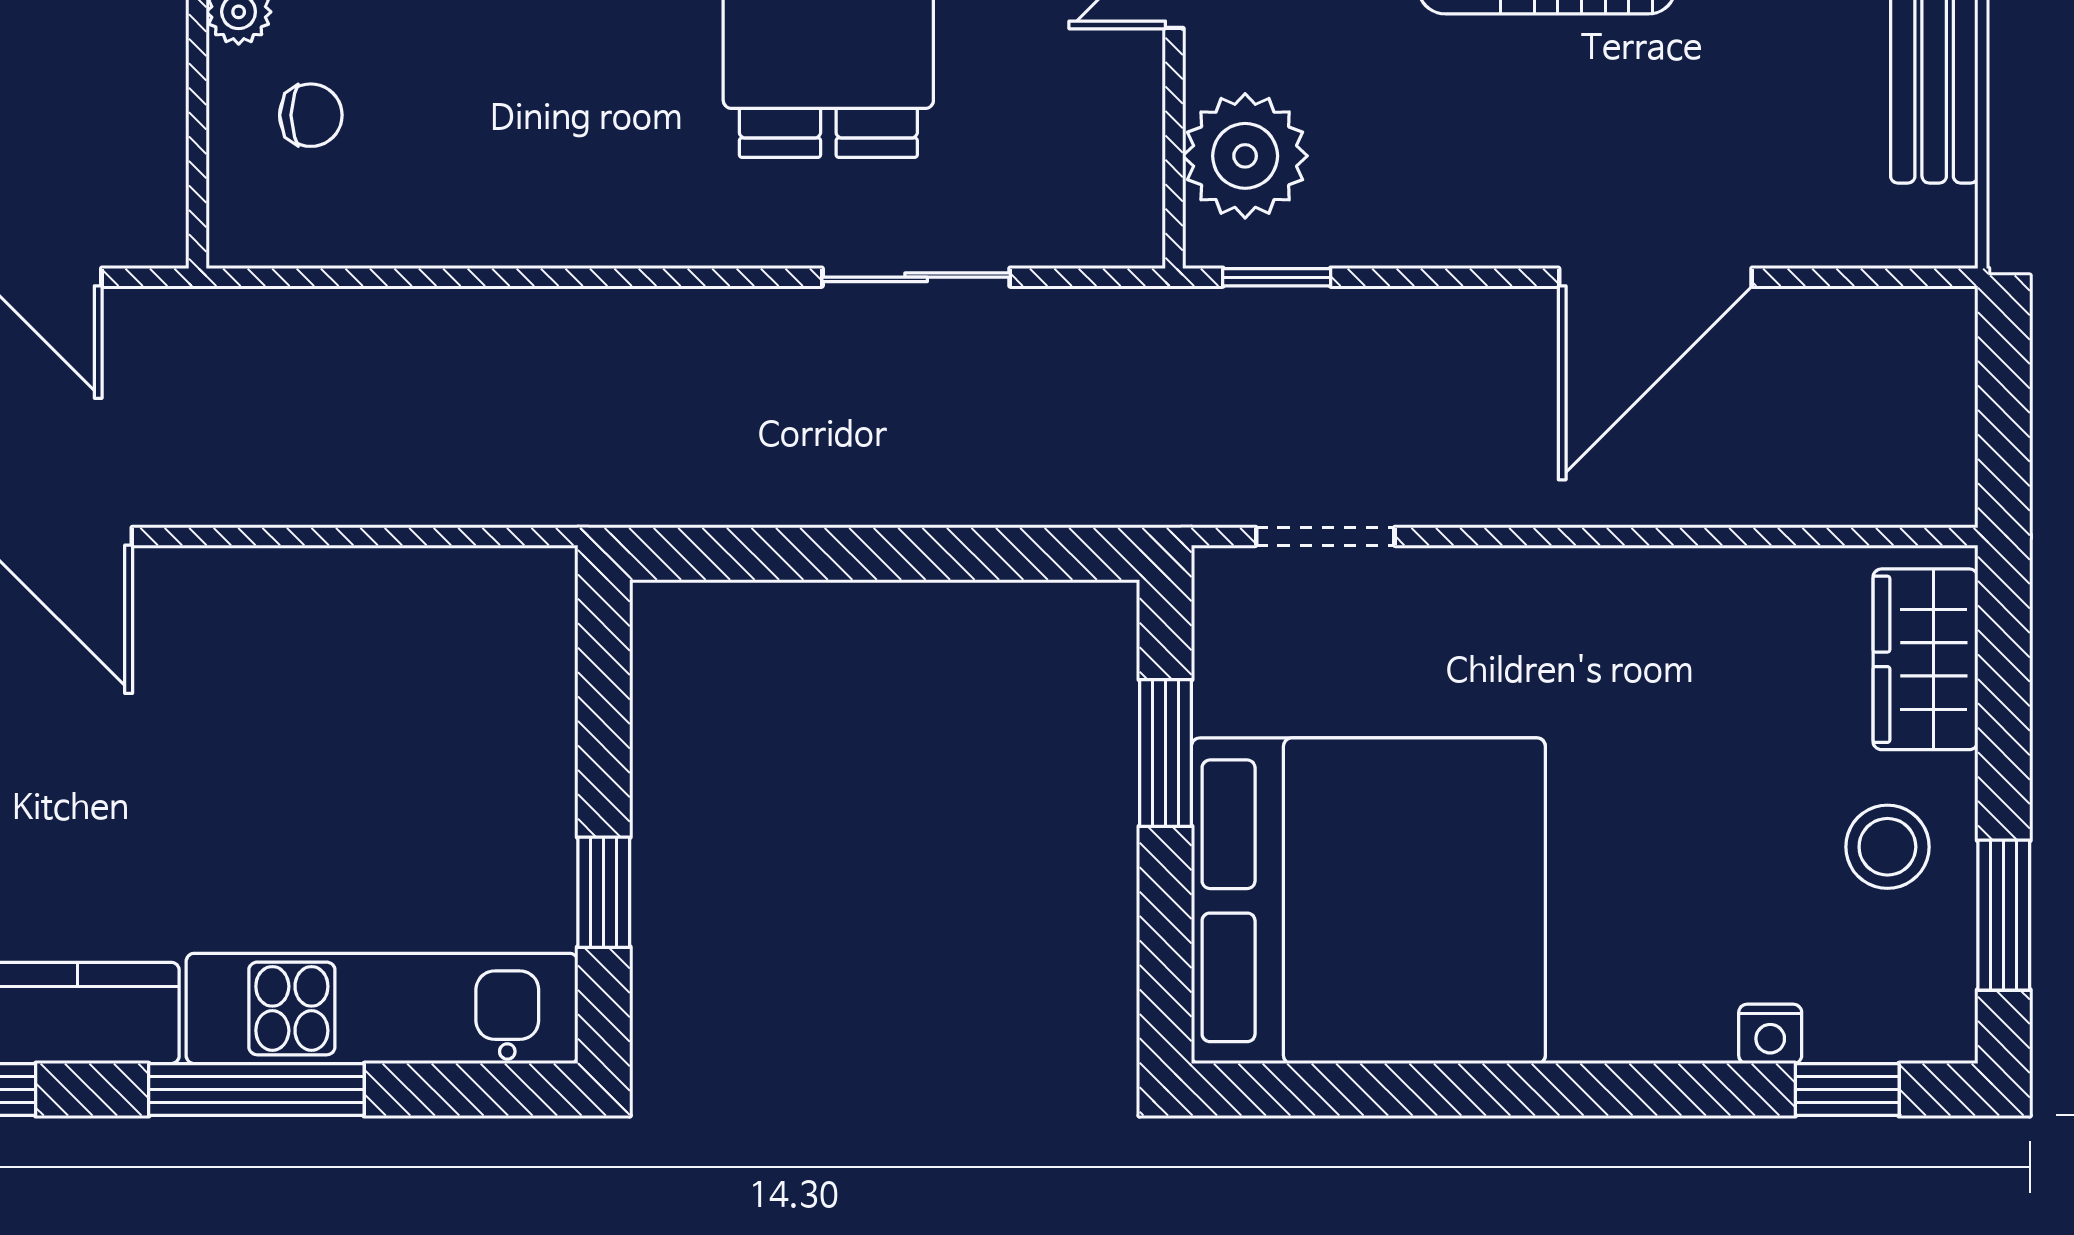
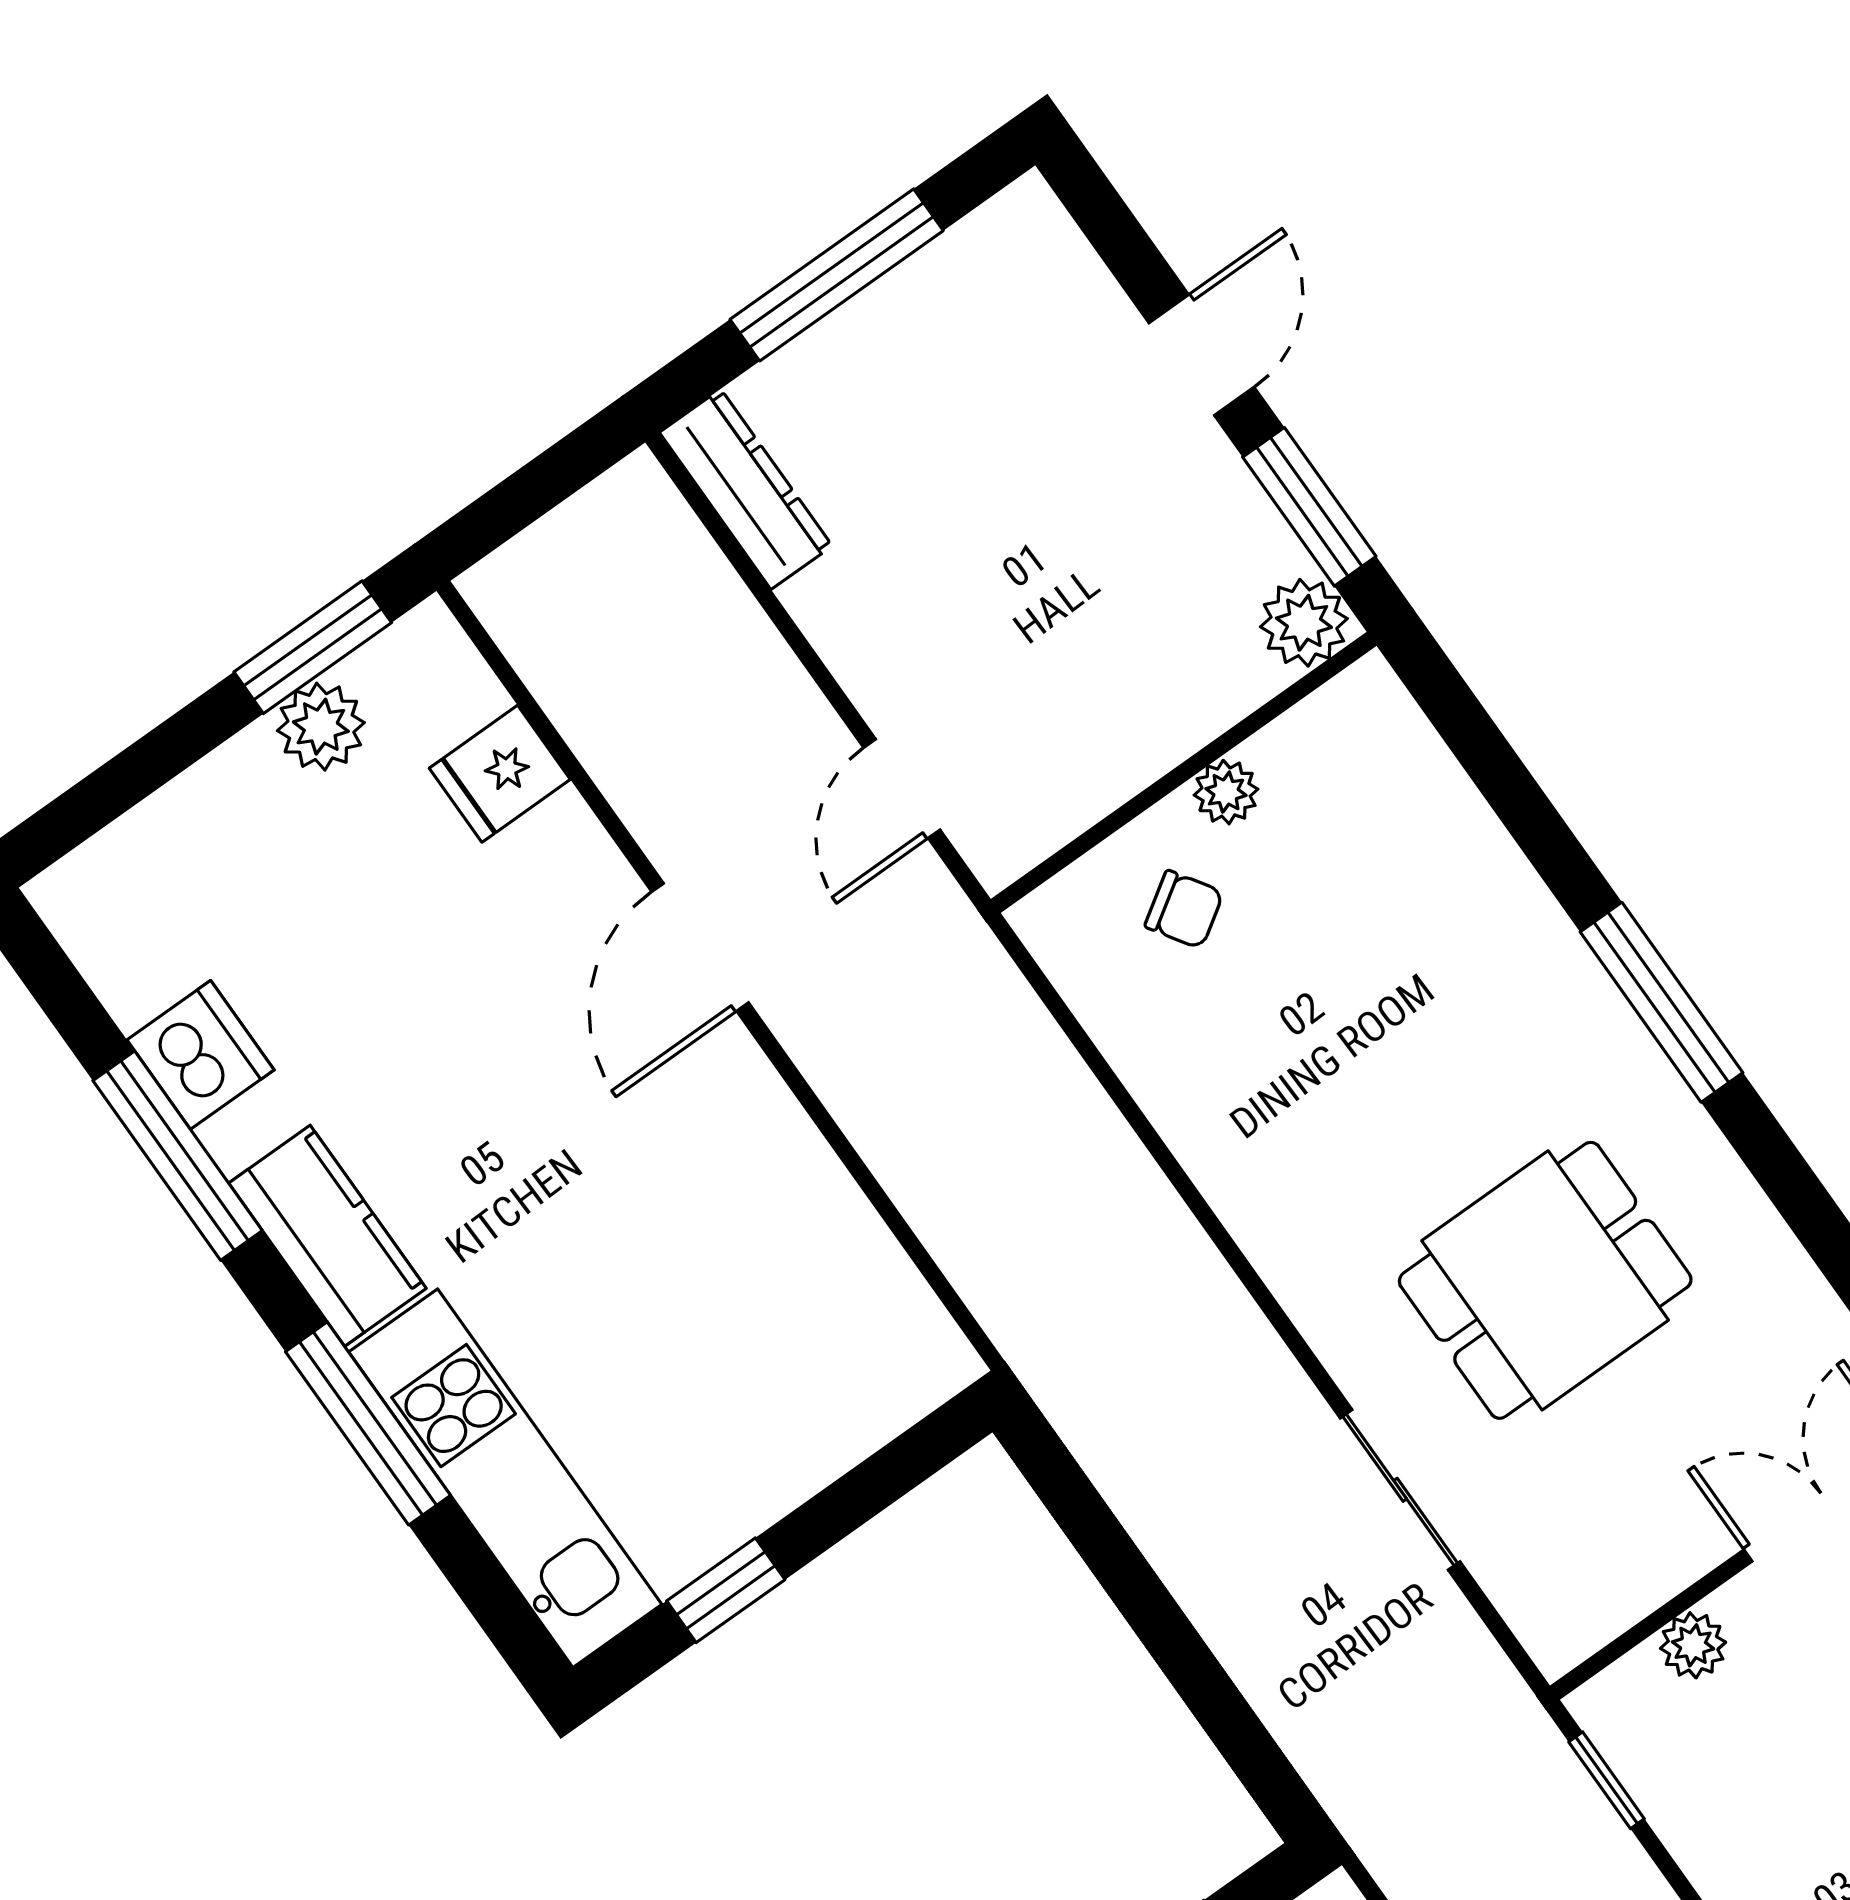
chair: (311, 115) -> (1184, 909), turned -33
plant: (1245, 156) -> (1693, 1645), width x0.53, depth x0.53

